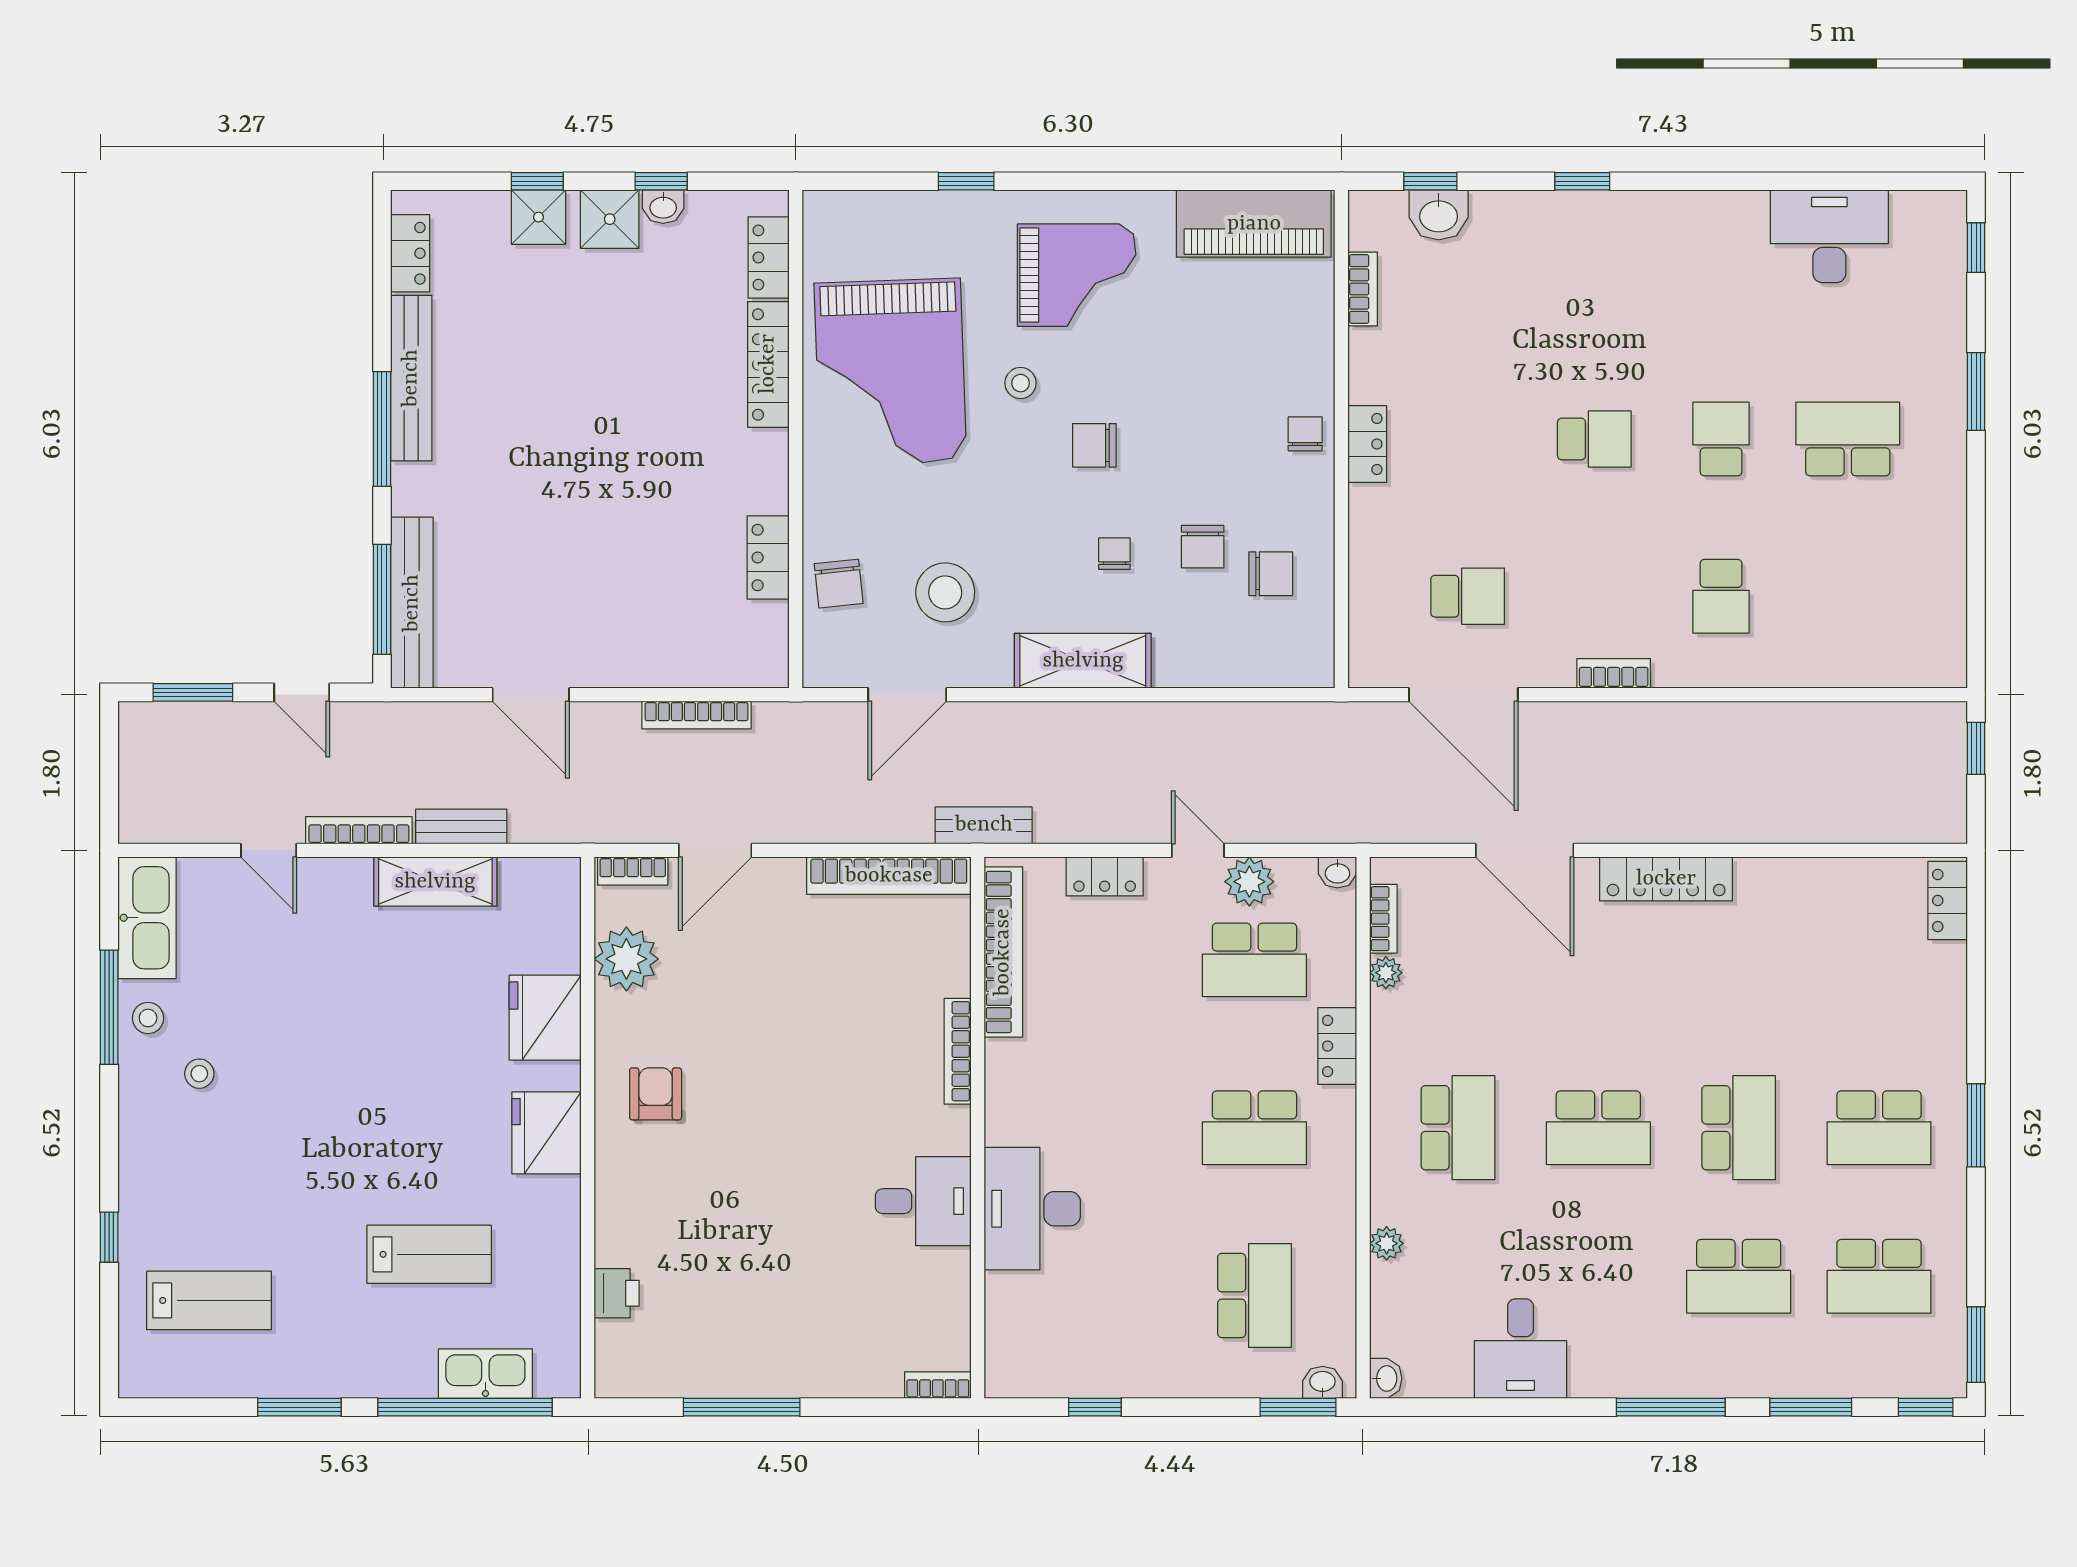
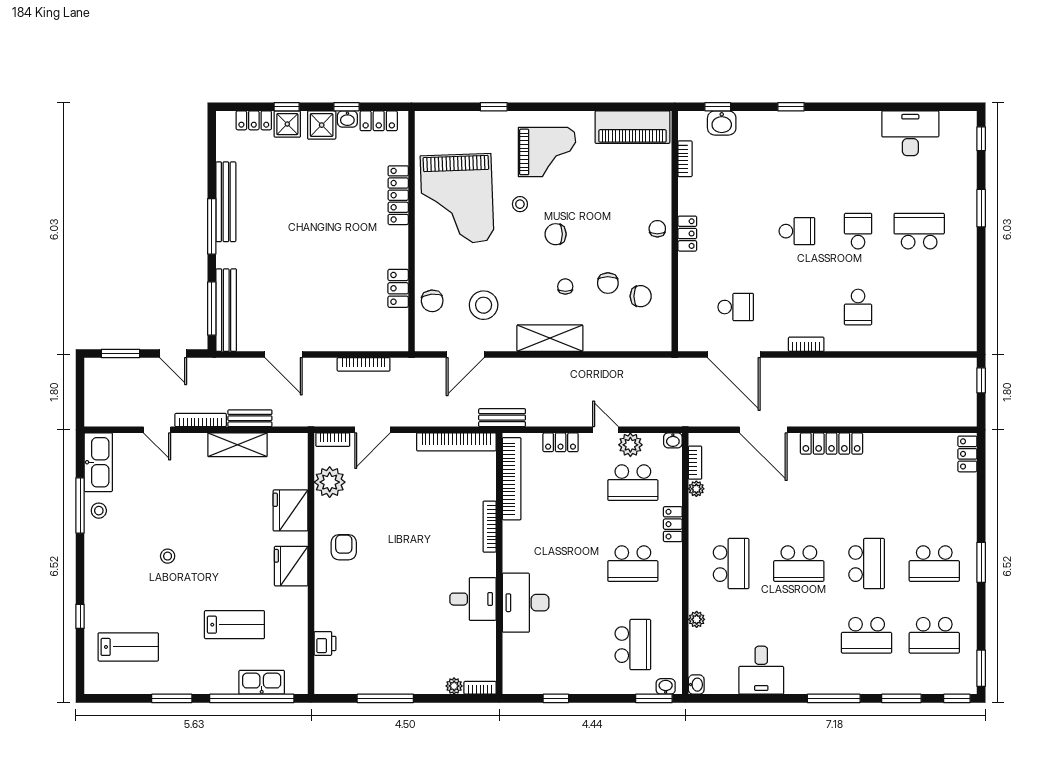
locker: (410, 253) -> (254, 120), moved, turned 90
locker: (769, 257) -> (379, 121), moved, turned -90
stool: (199, 1074) -> (168, 556), moved
plant: (884, 1381) -> (454, 686), added

